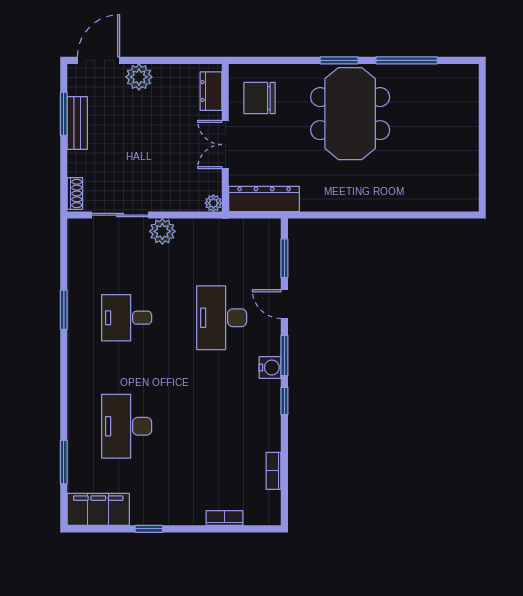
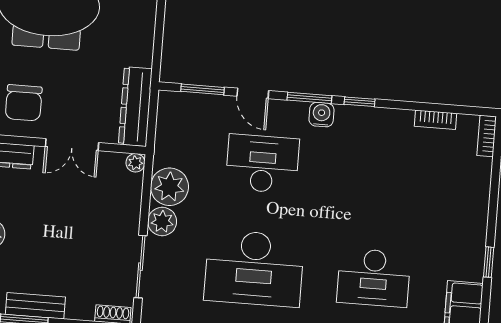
plant: (194, 236) -> (170, 187), added
door: (284, 304) -> (253, 93), hinge flipped
desk: (127, 318) -> (254, 268), width x1.87, depth x1.30
desk: (222, 318) -> (262, 164), turned 180
bookcase: (225, 518) -> (487, 136), moved

